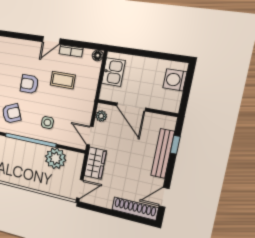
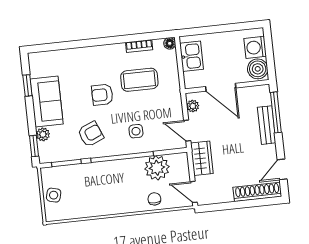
door: (51, 40) -> (114, 40), removed
coffee table: (63, 80) -> (139, 80), width x1.36, depth x1.30
boiler: (171, 100) -> (258, 69), added
window: (175, 145) -> (276, 112), width x2.17
bench: (163, 153) -> (267, 125), width x0.73
chair: (46, 183) -> (154, 199), added
door: (80, 189) -> (194, 192), swing flipped

